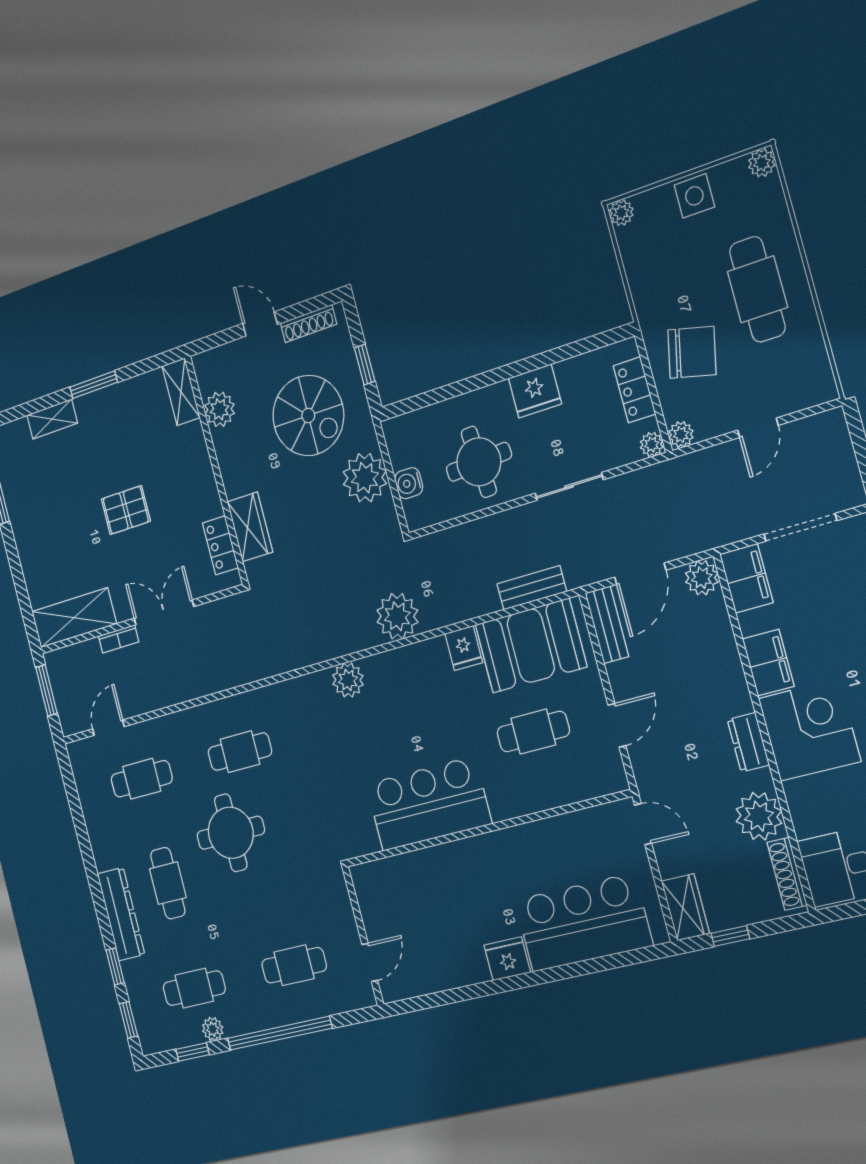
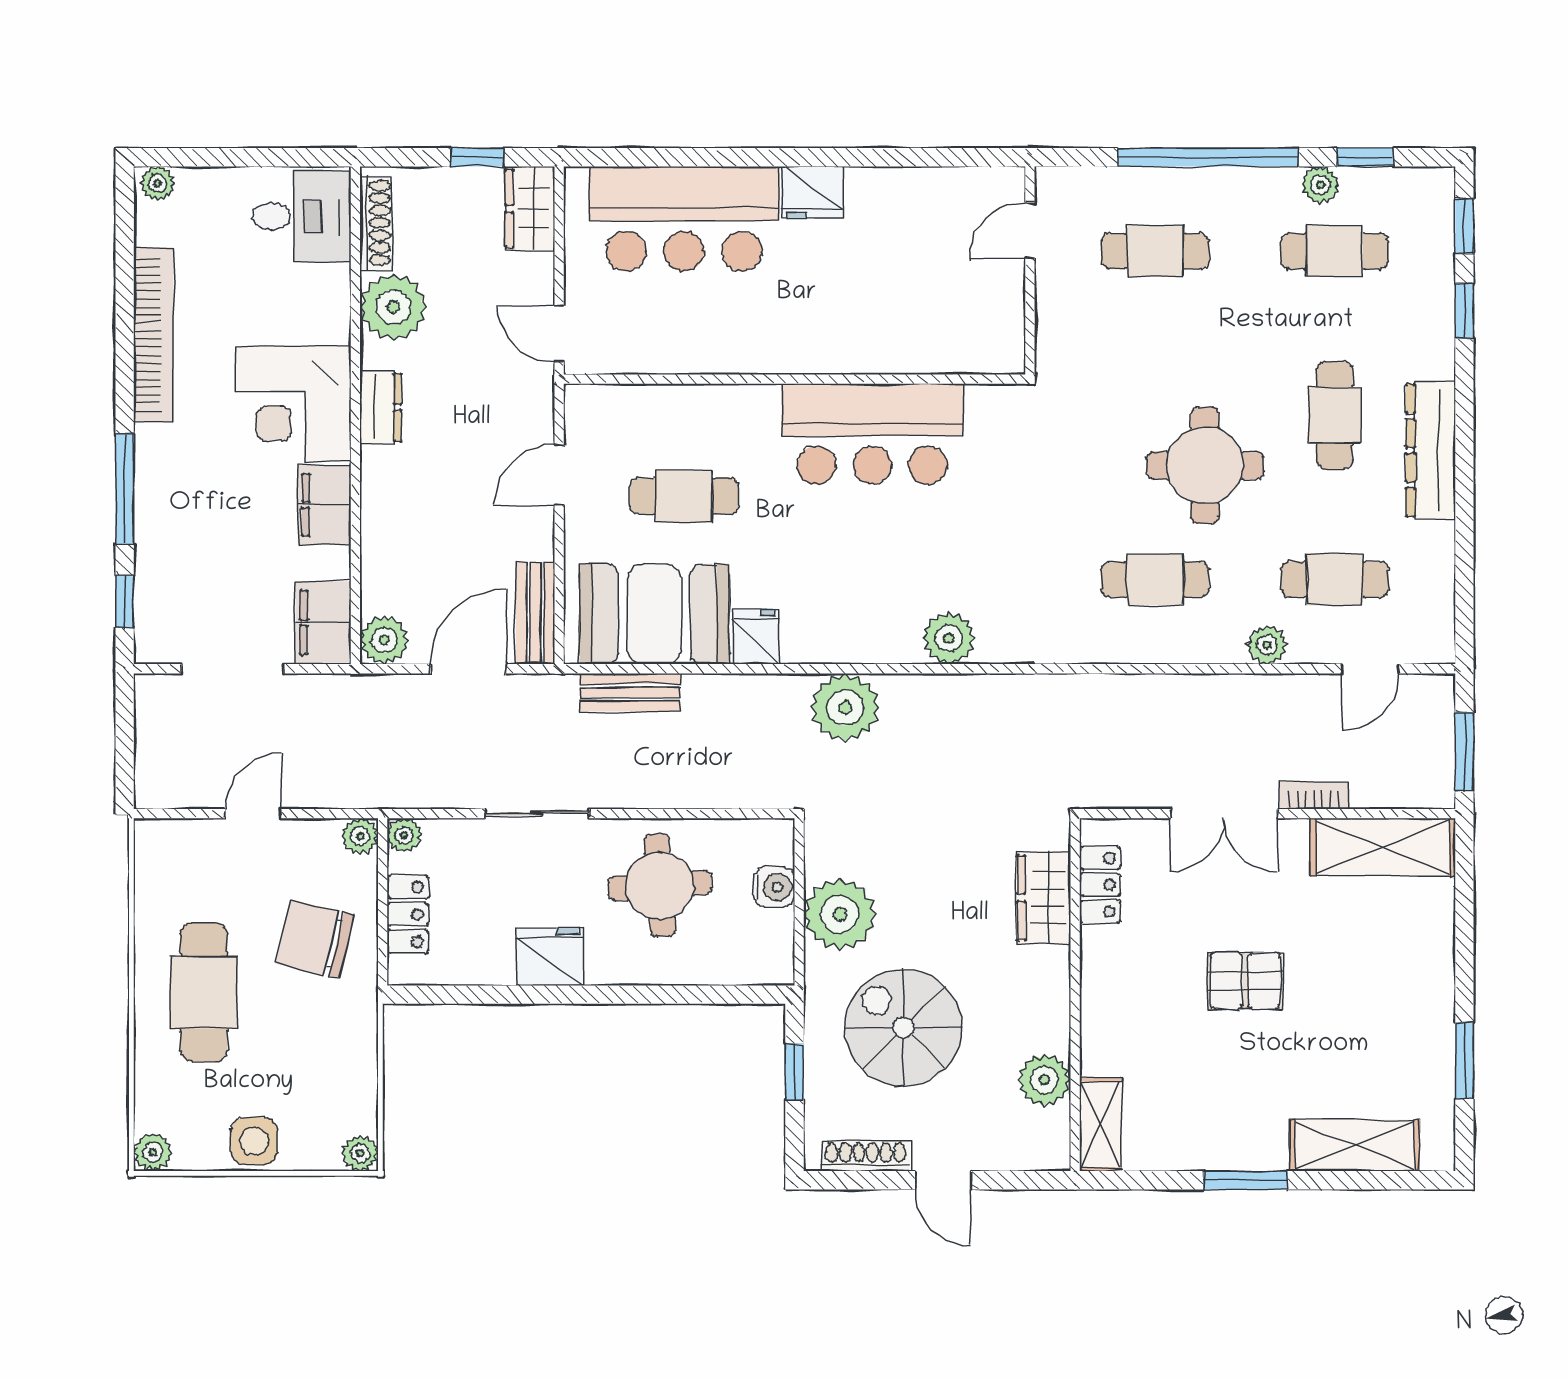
shelving: (52, 419) -> (1355, 1145), width x1.50, depth x1.33
plant: (168, 727) -> (1267, 645), added
dresser: (121, 914) -> (1431, 450), moved

